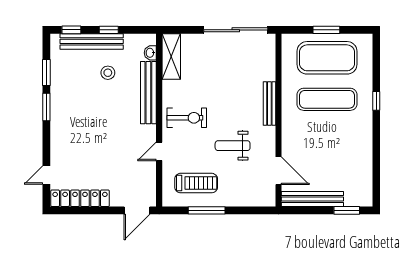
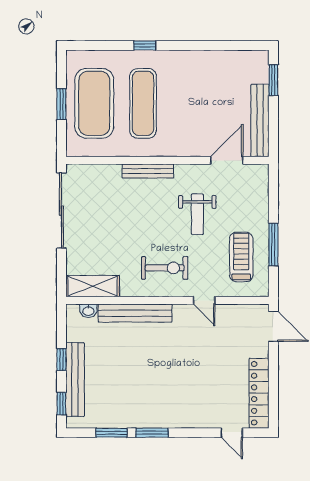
stool: (108, 73) -> (112, 361), removed
exercise bike: (187, 118) -> (165, 268), turned 90

